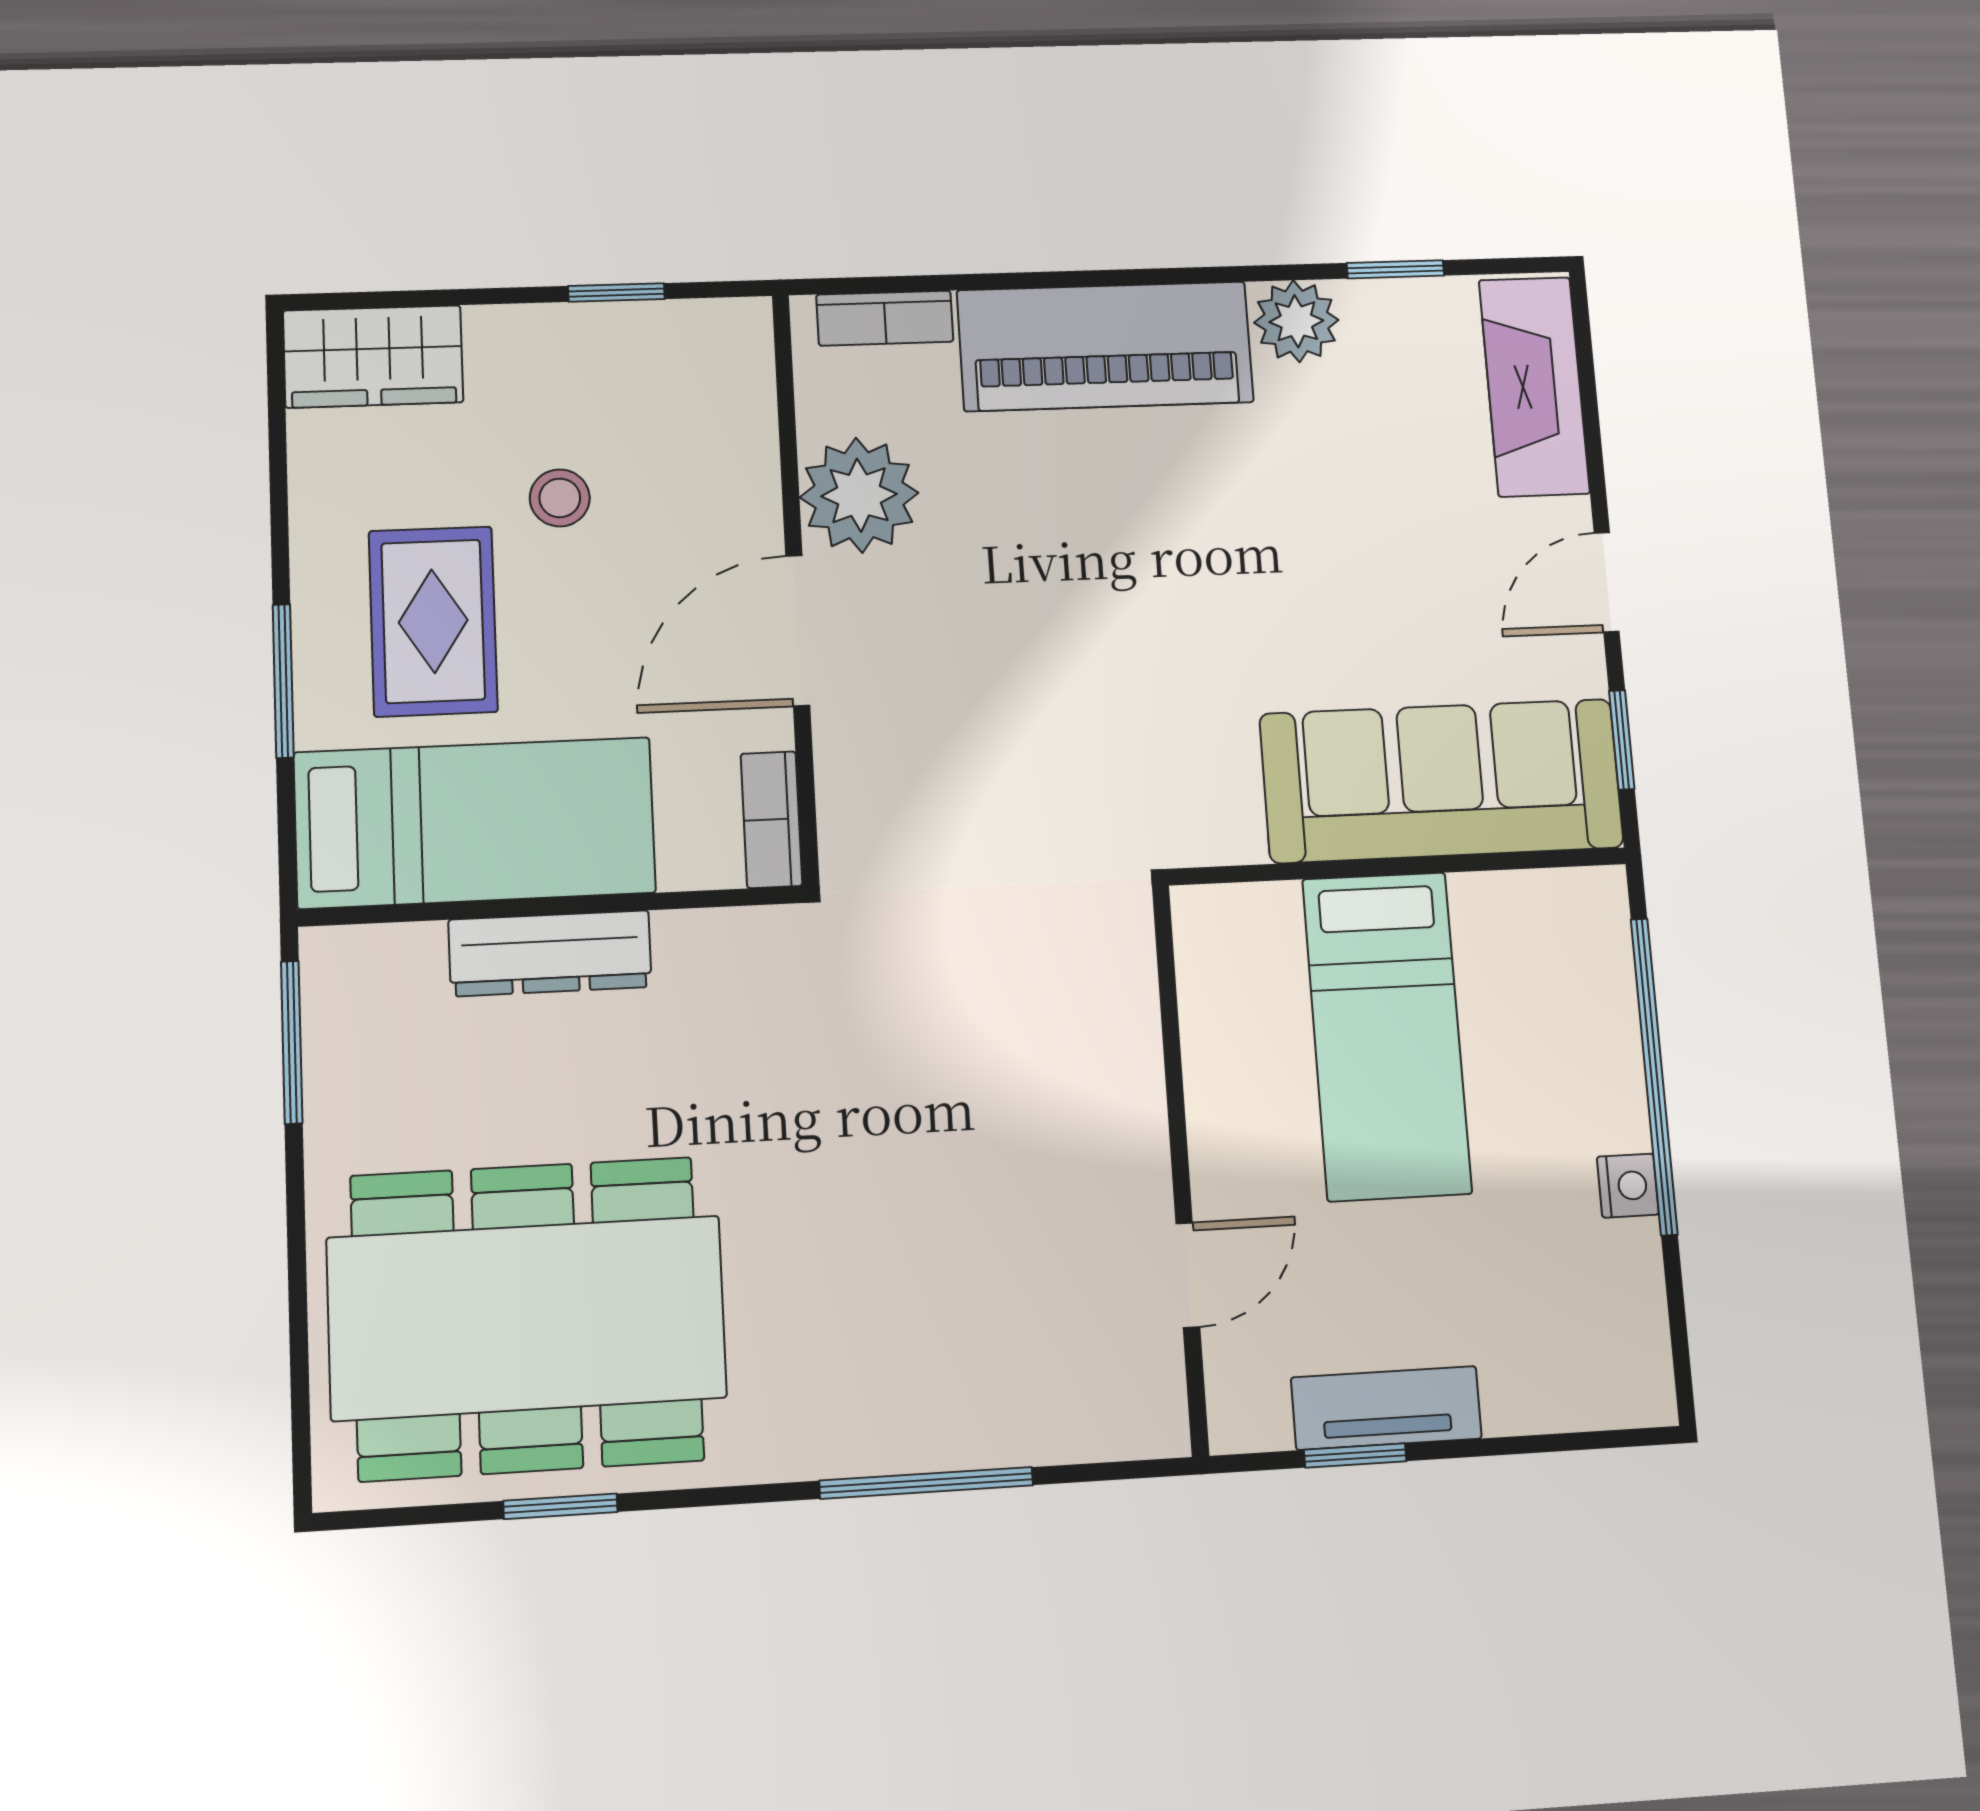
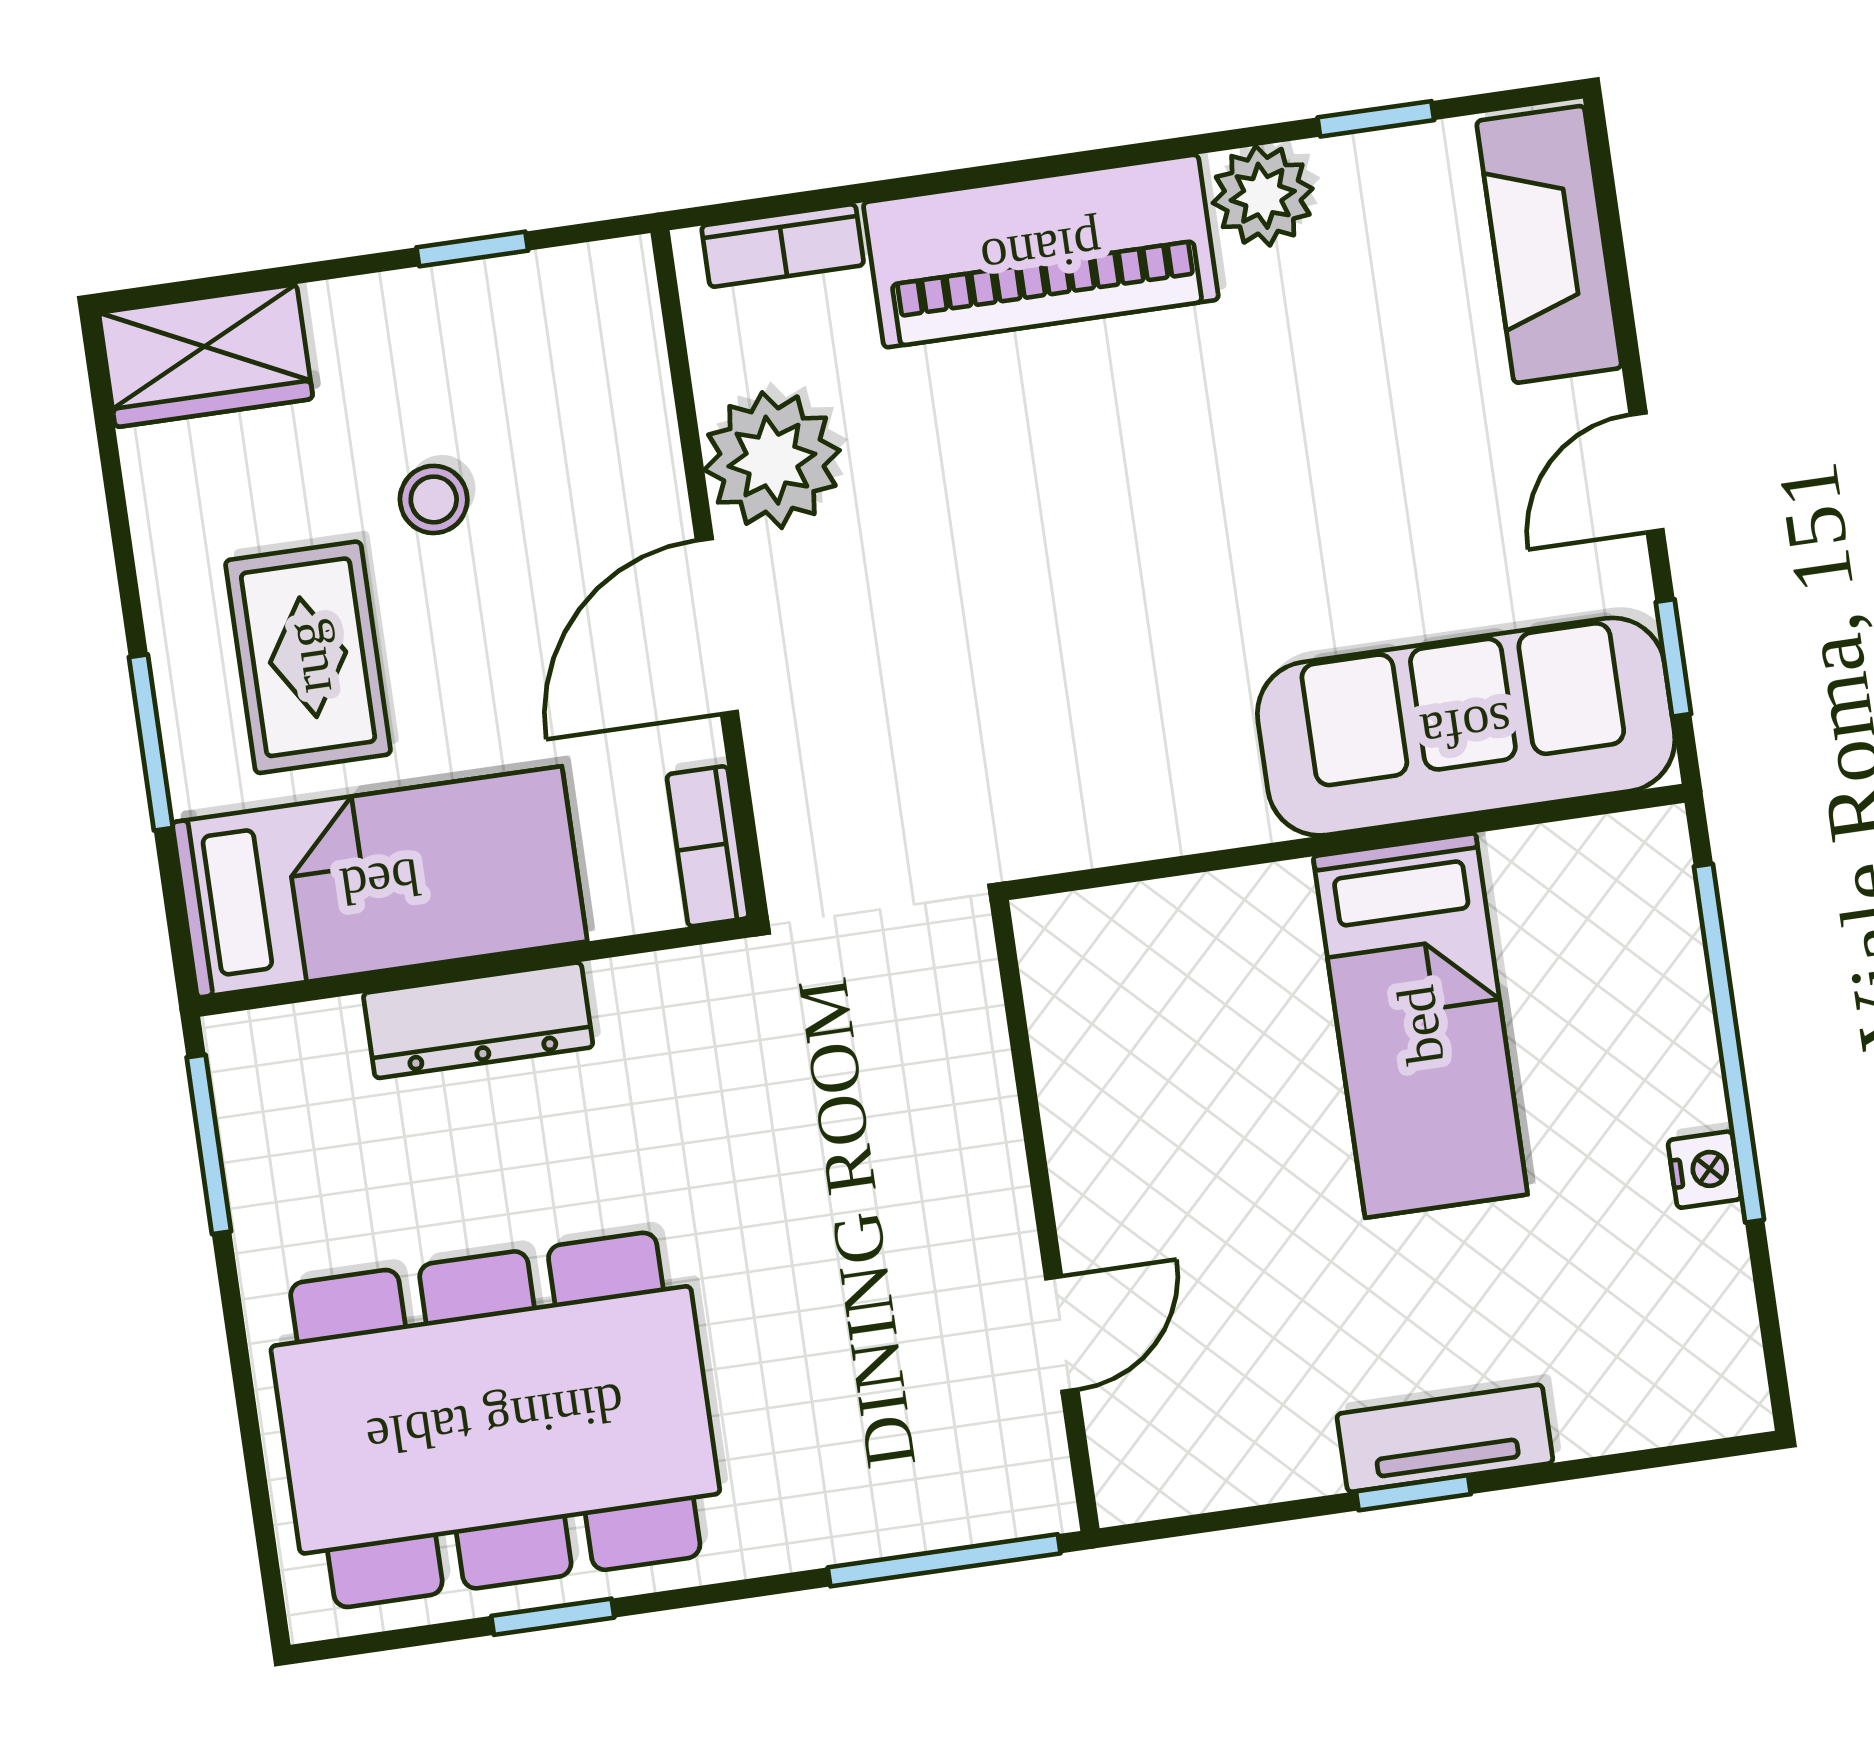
wall: (1180, 1167) -> (1045, 1216), moved
door: (1188, 1275) -> (1062, 1334), moved

